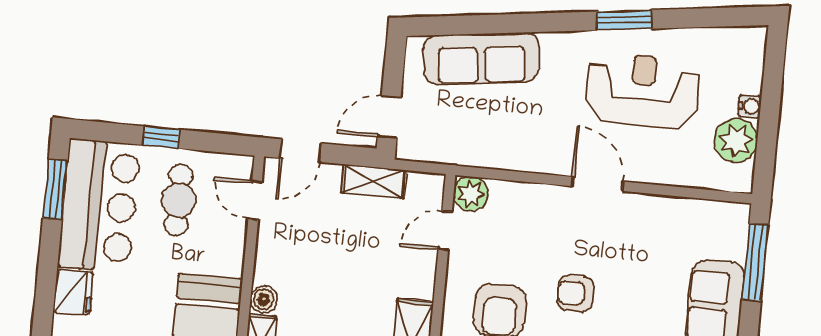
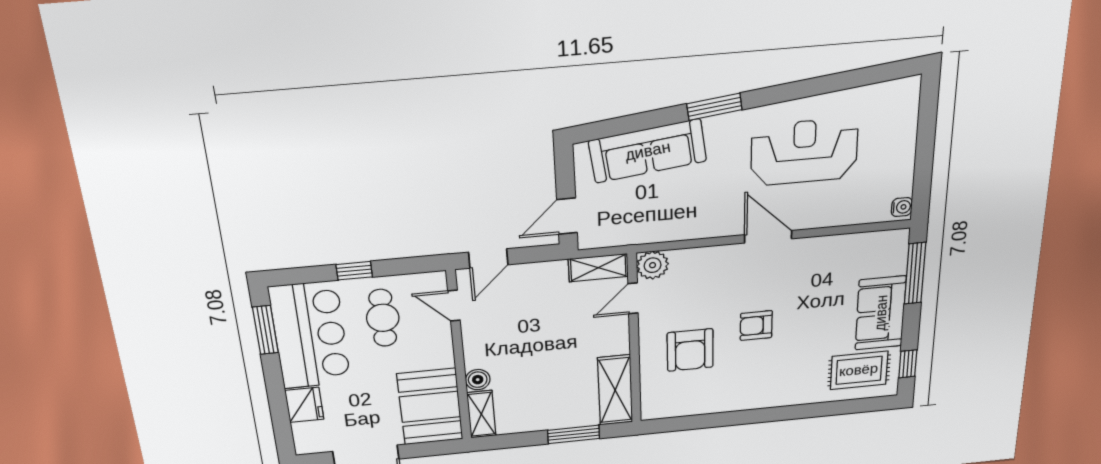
window: (624, 20) -> (714, 107), moved
water cooler: (750, 106) -> (902, 207), moved
plant: (736, 140) -> (894, 179), removed
shelving: (374, 181) -> (598, 268), moved

